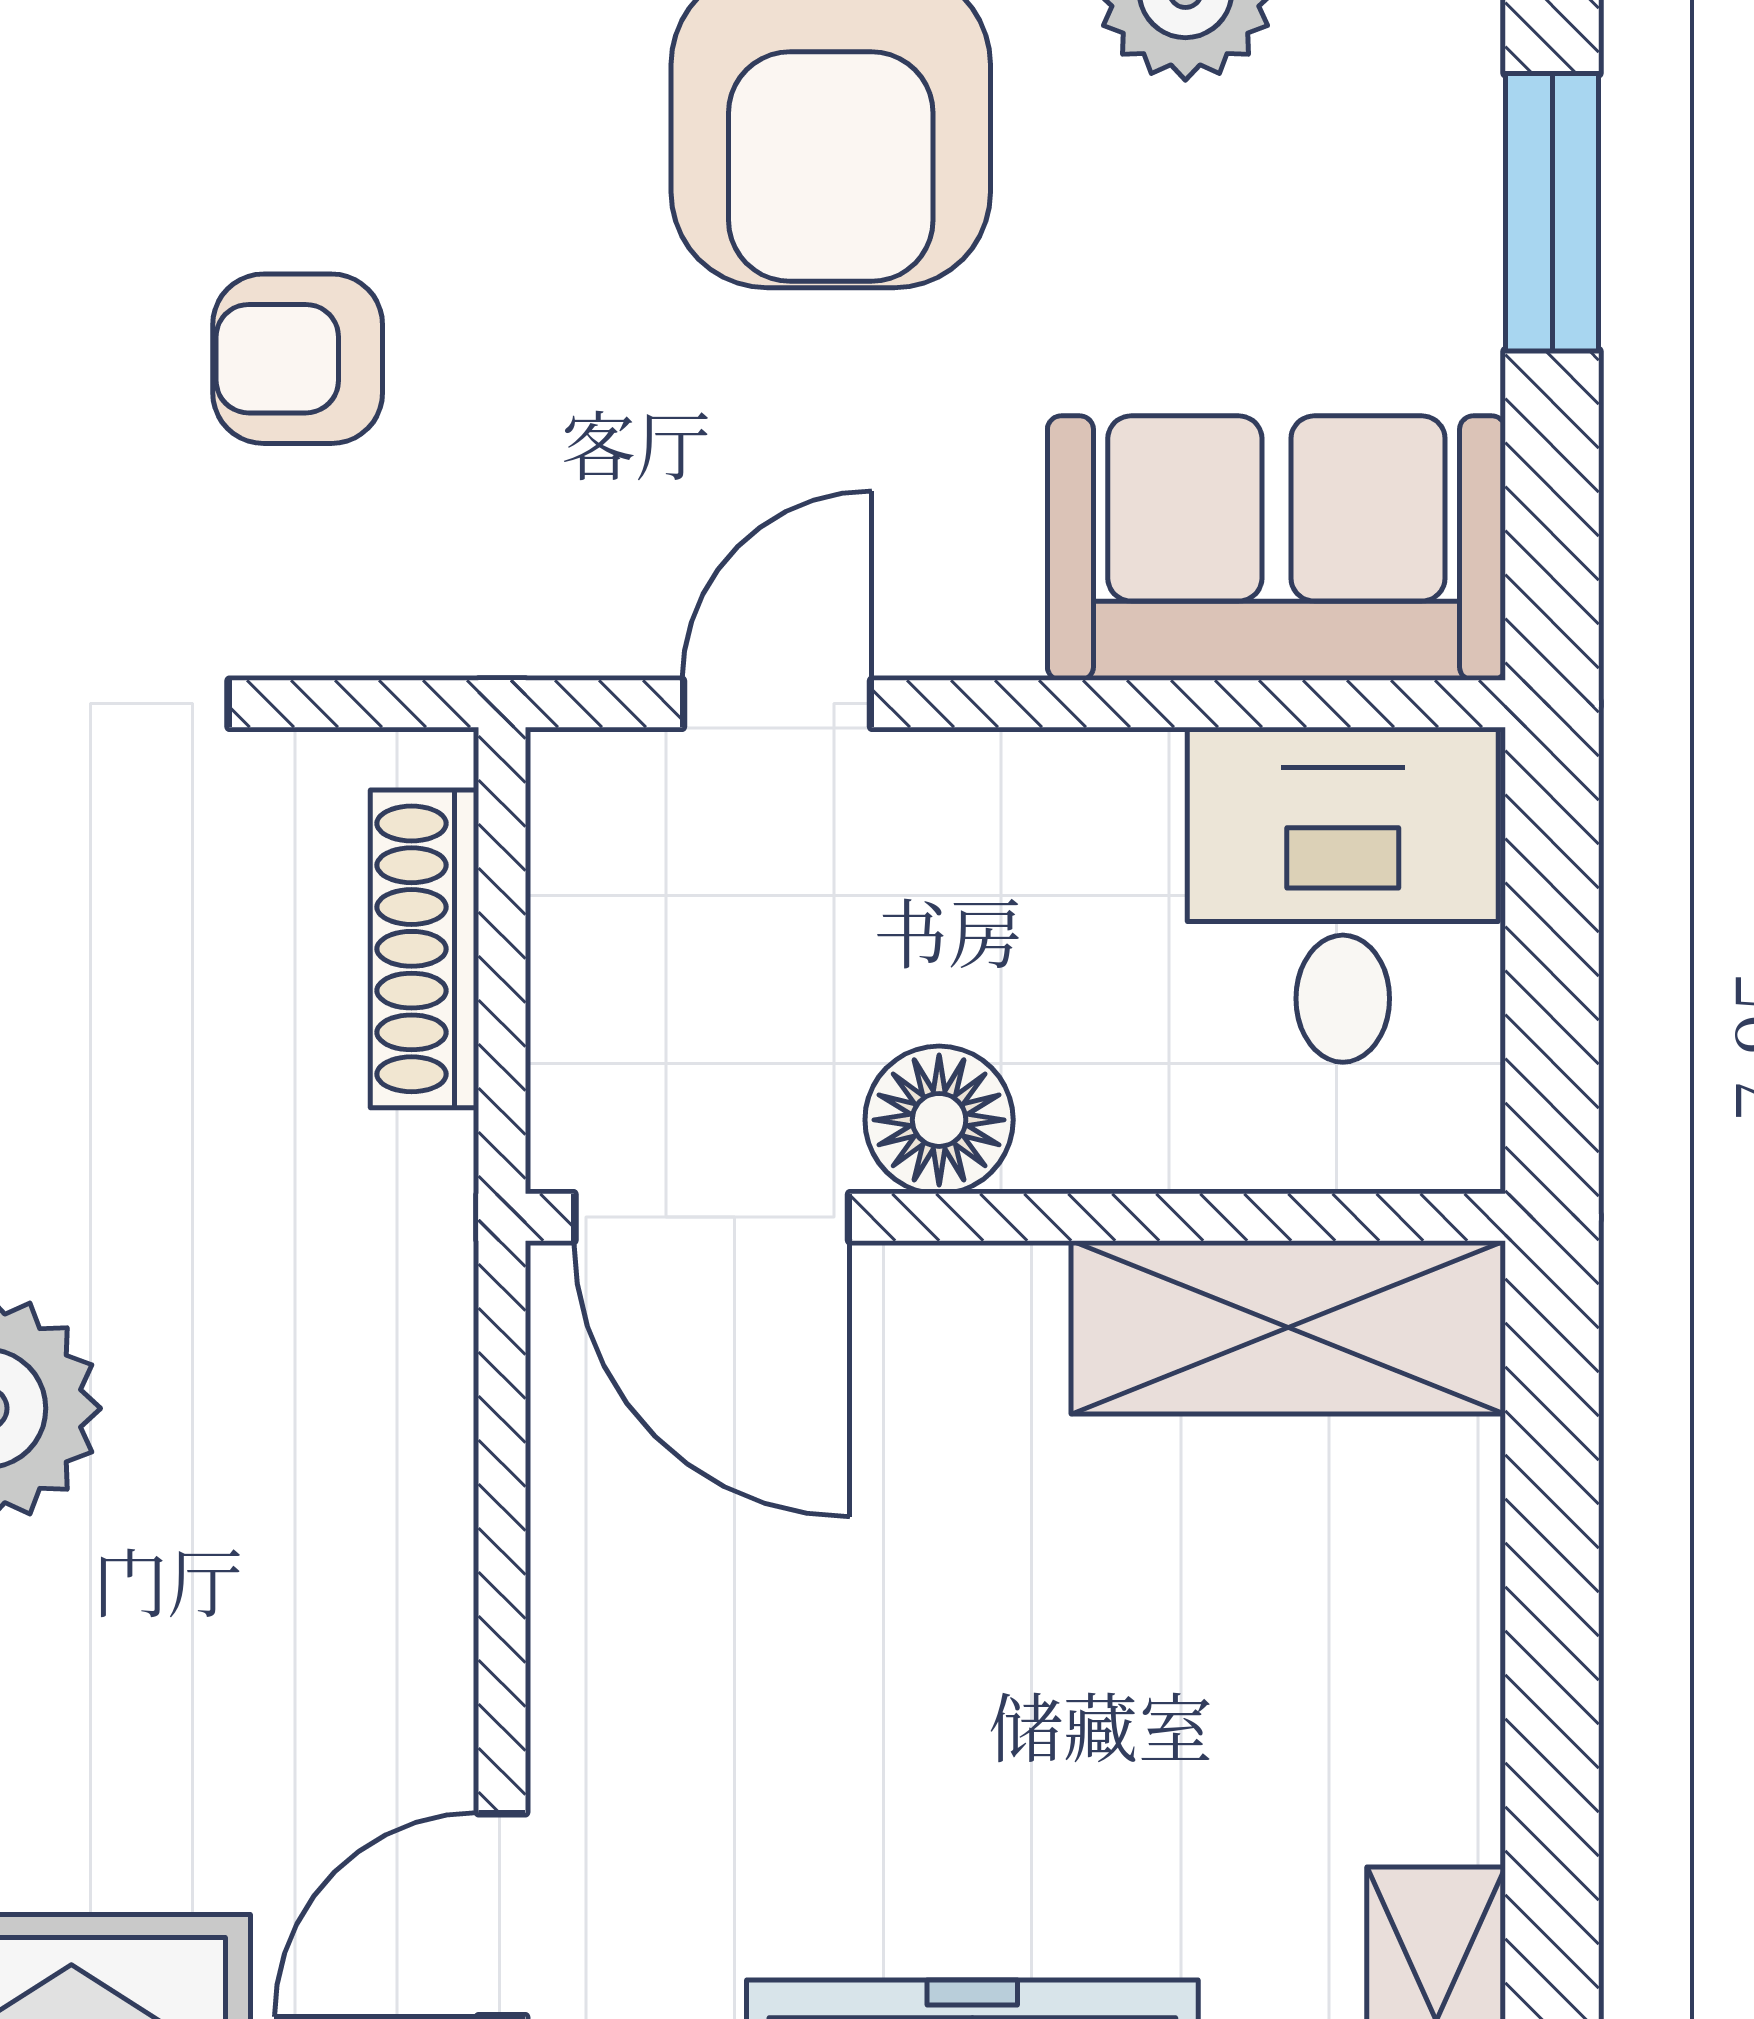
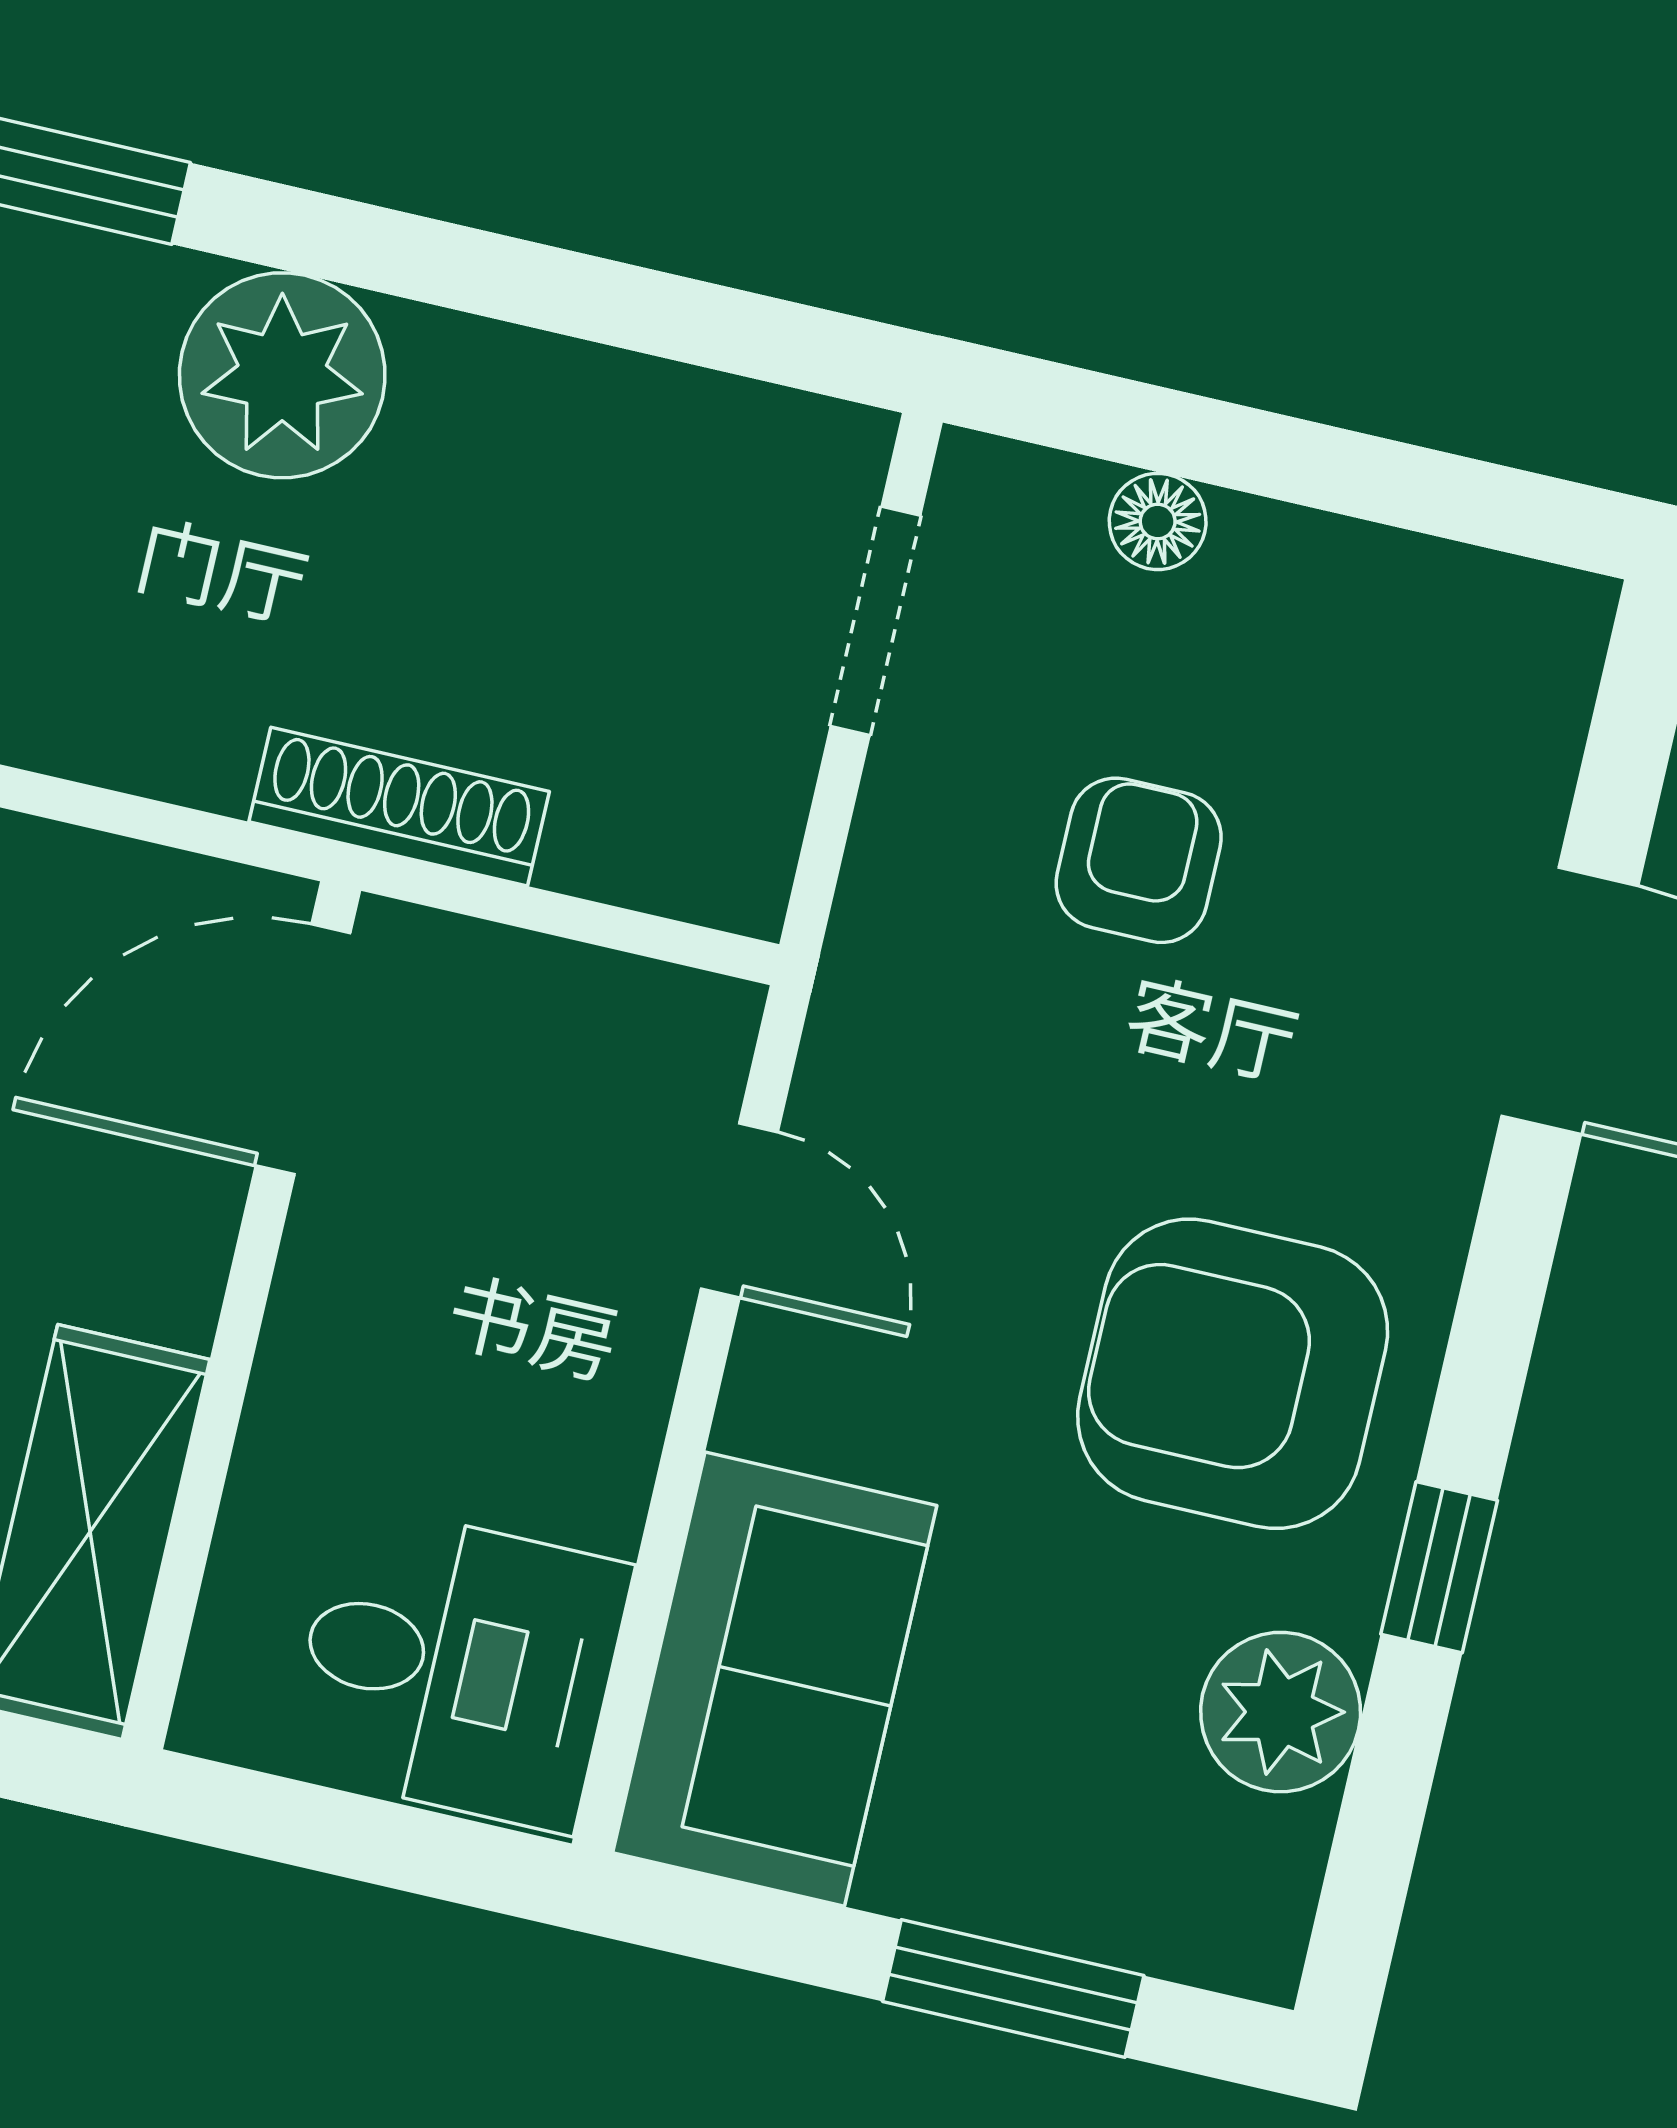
shoe rack: (425, 949) -> (399, 807), moved
floor lamp: (939, 1120) -> (342, 1268), removed

